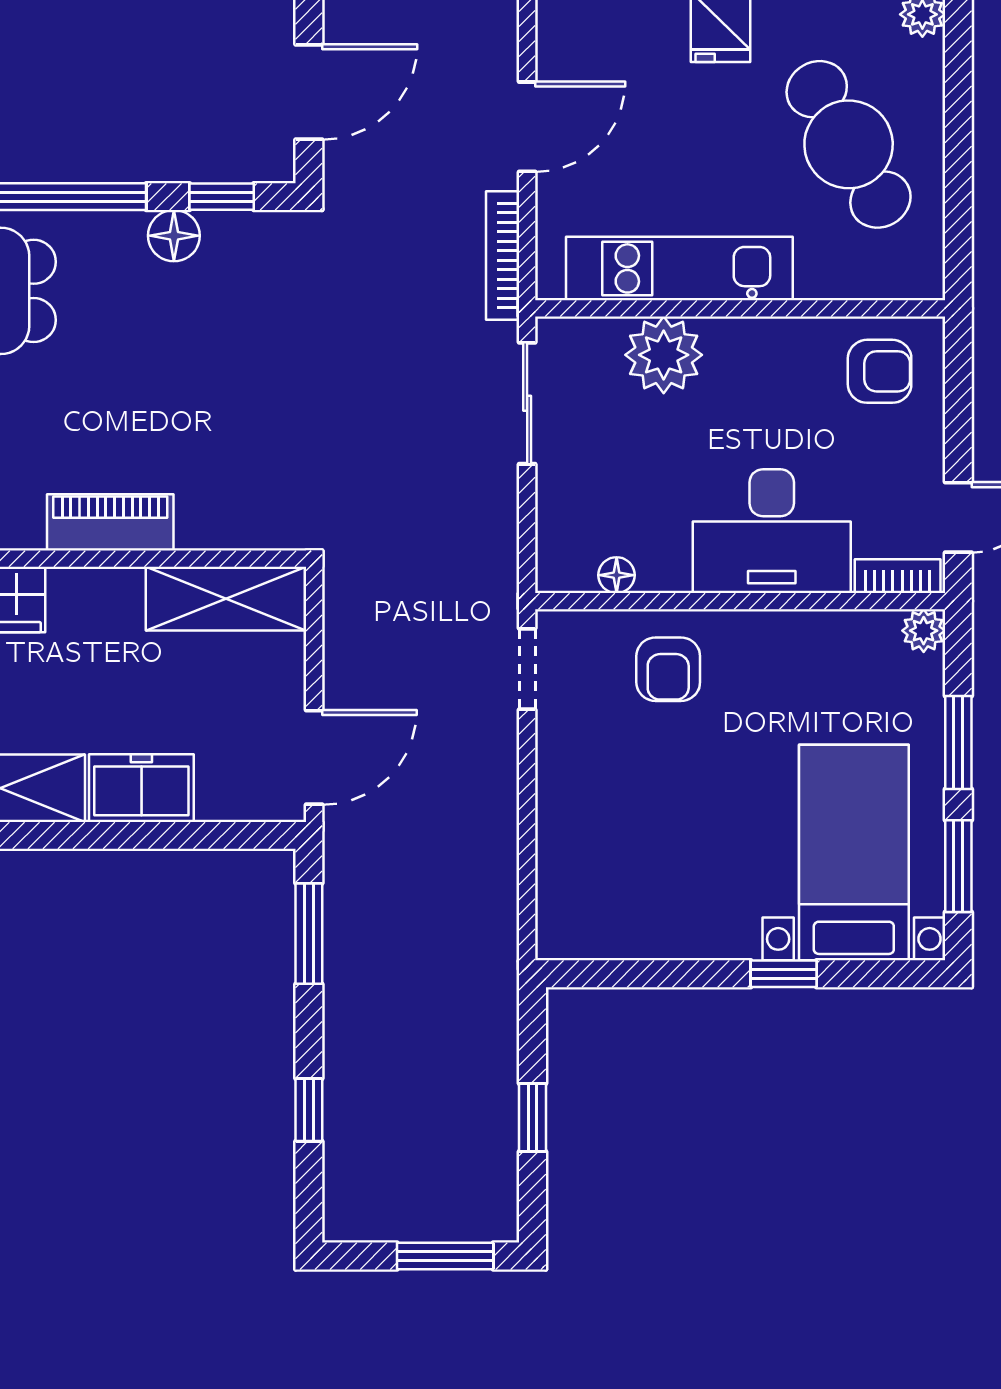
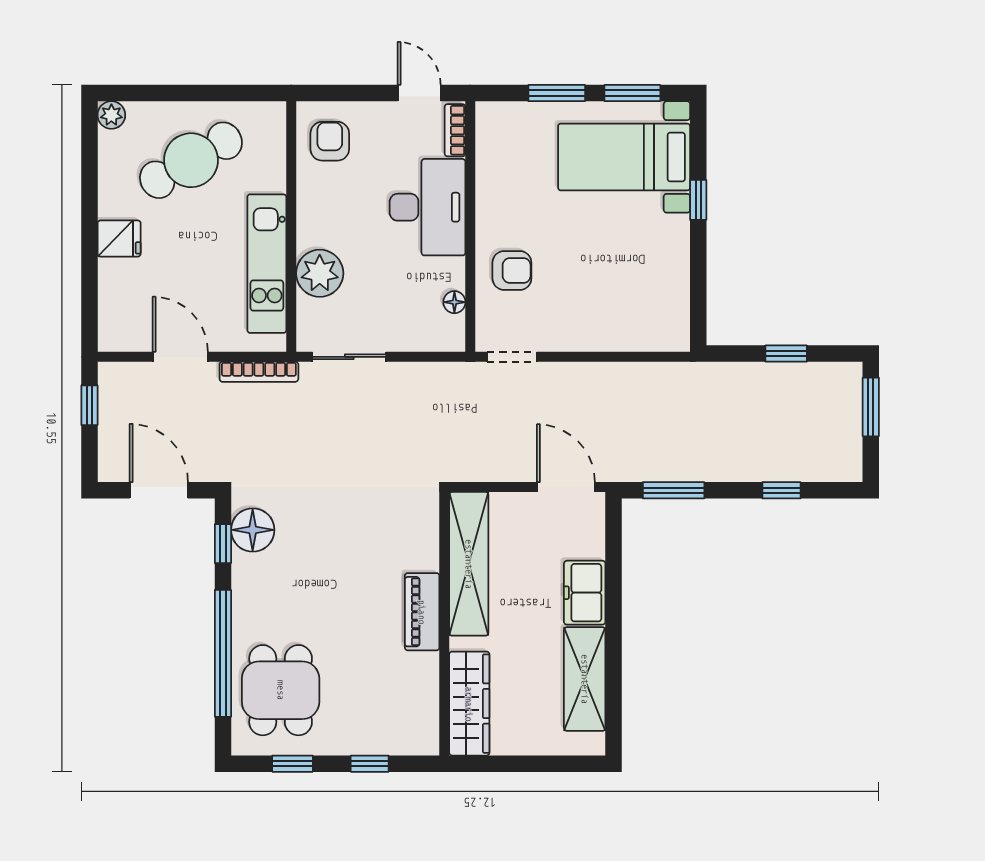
floor lamp: (174, 236) -> (253, 530), moved, width x1.38, depth x1.38
shelving: (226, 599) -> (469, 564), width x1.47
plant: (924, 631) -> (488, 114), removed

